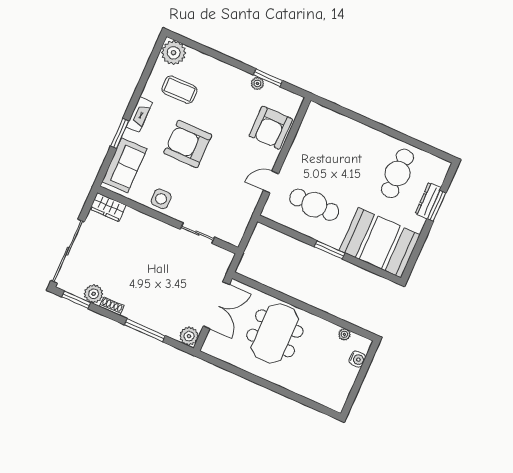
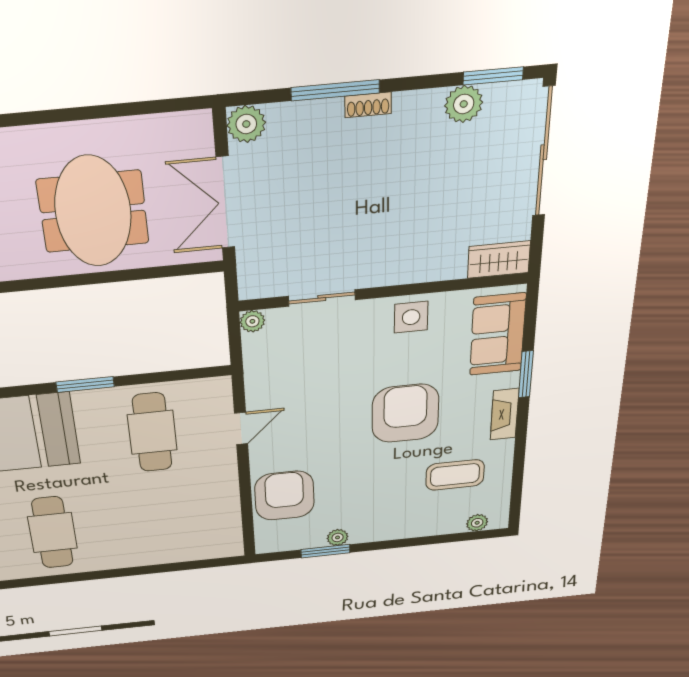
plant: (174, 53) -> (477, 523), width x0.53, depth x0.53
armchair: (188, 144) -> (405, 413), turned -90
cafe table: (314, 205) -> (152, 432), turned 90
plant: (235, 239) -> (252, 321), added
shoe rack: (112, 306) -> (368, 105), moved

